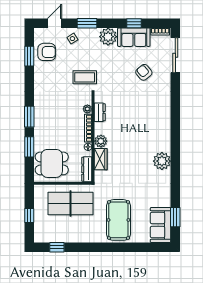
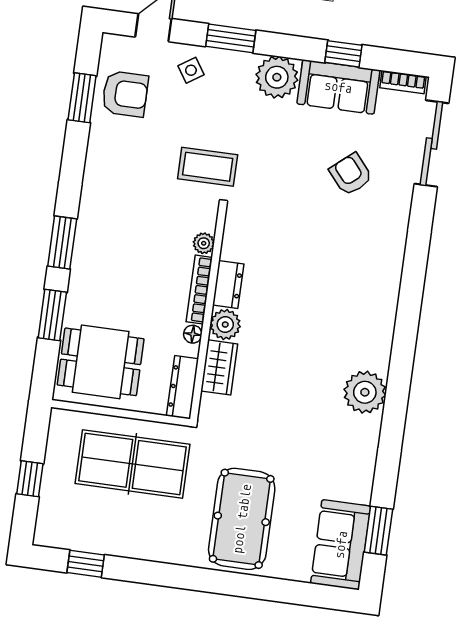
dresser: (100, 112) -> (228, 285), moved

